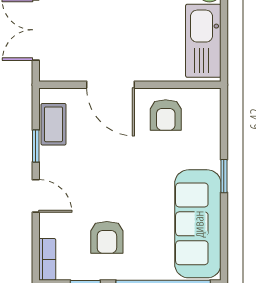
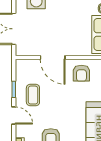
coffee table: (54, 124) -> (33, 95), moved

